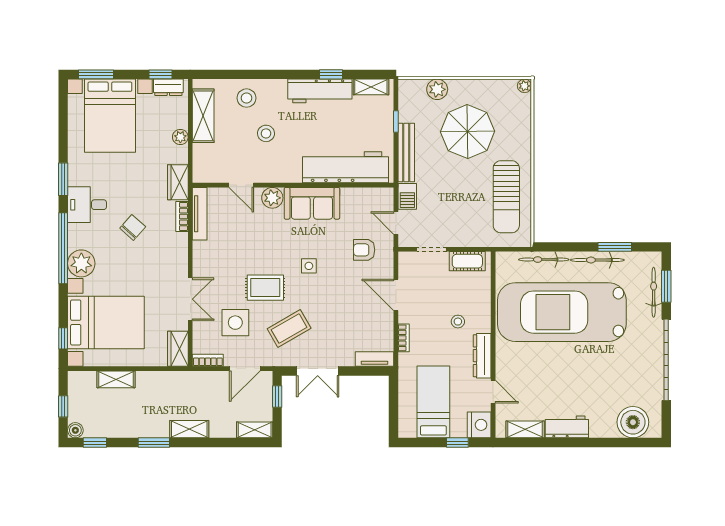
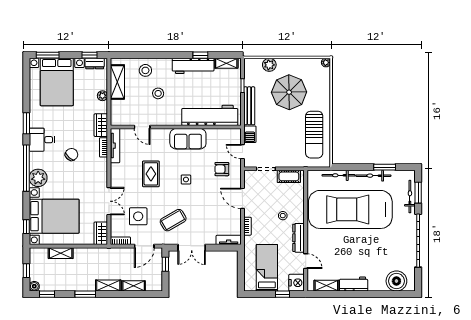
plant: (272, 198) -> (162, 135), removed
rug: (265, 288) -> (151, 174), moved, turned 90
shelving: (255, 430) -> (134, 286), moved

